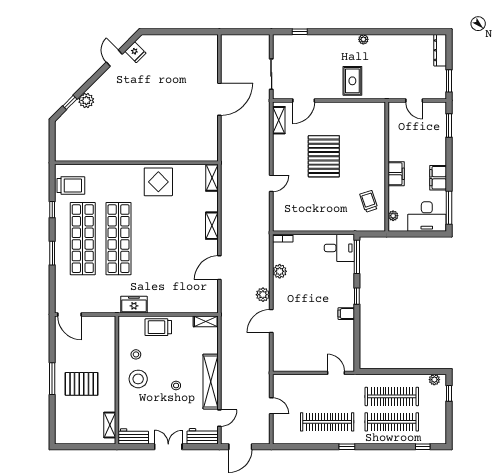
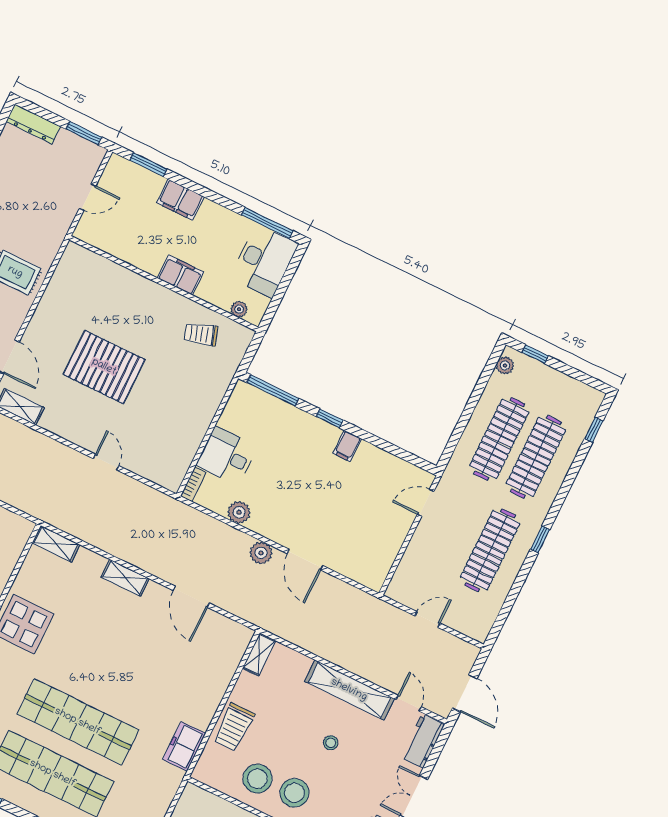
filing cabinet: (438, 178) -> (180, 200), moved
desk: (339, 248) -> (227, 456), moved, turned -90
stool: (136, 354) -> (257, 779), width x1.89, depth x1.89

